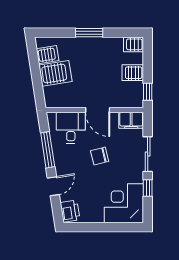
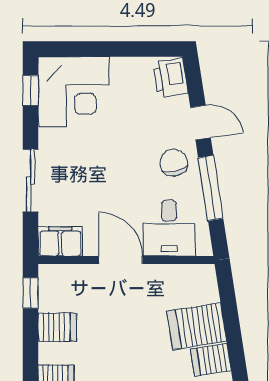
chair: (100, 156) -> (174, 163), moved, turned -89
door: (53, 186) -> (201, 123), swing flipped
window: (148, 188) -> (31, 90), moved

